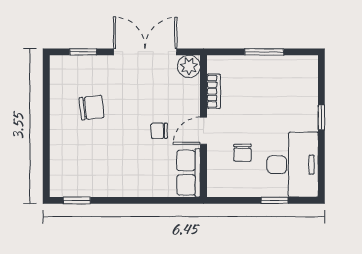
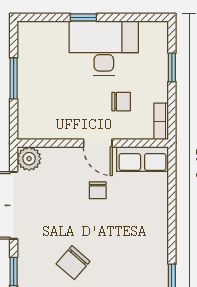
bookcase: (214, 91) -> (161, 121), moved, turned -90
chair: (92, 108) -> (73, 263), turned -133
desk: (293, 165) -> (104, 48), moved

